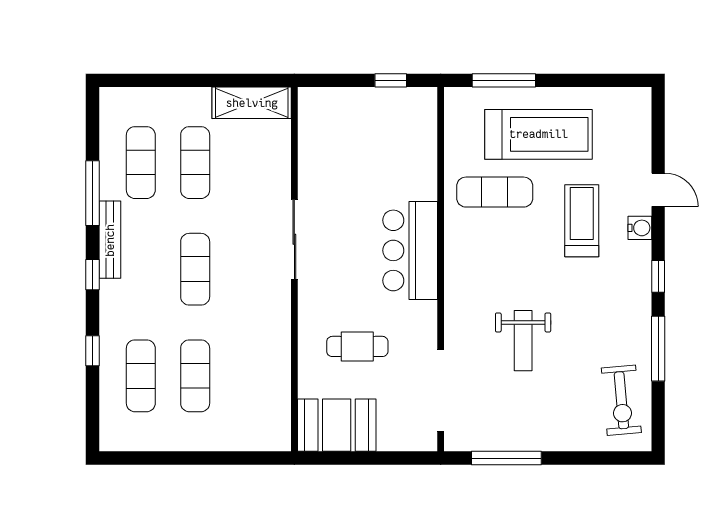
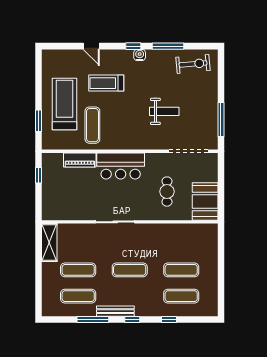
window: (504, 80) -> (38, 121), width x0.69
piano: (423, 166) -> (80, 160), added
door: (658, 190) -> (91, 46), swing flipped
water cooler: (640, 228) -> (140, 55), moved

